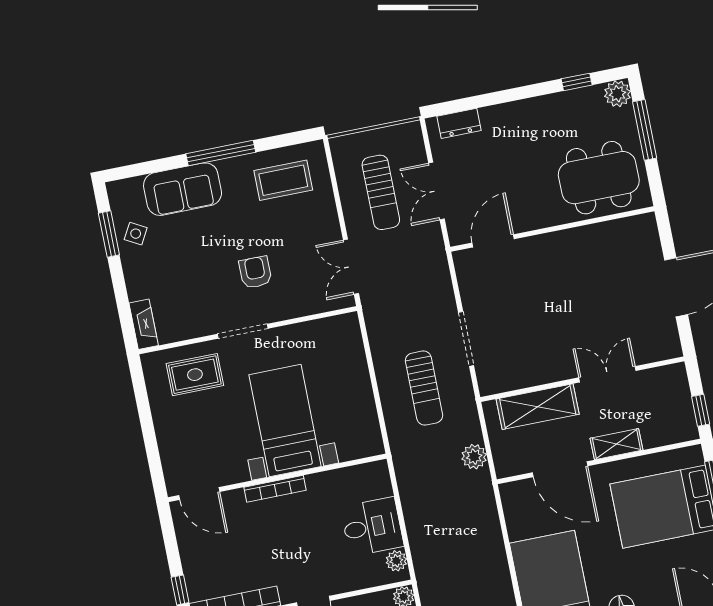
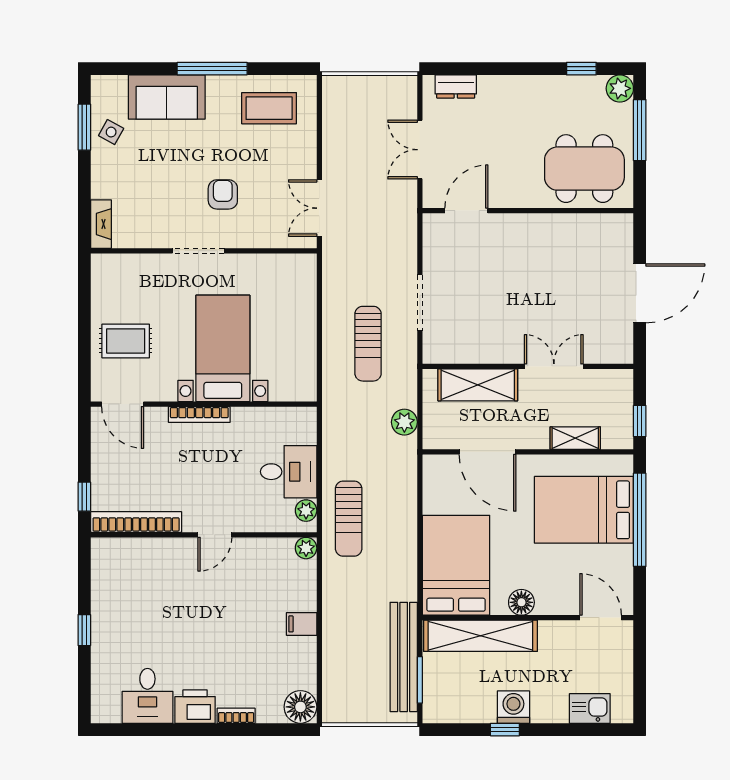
sun lounger: (381, 192) -> (349, 519), moved
rug: (195, 375) -> (126, 341), moved
shelving: (617, 444) -> (575, 438), moved

